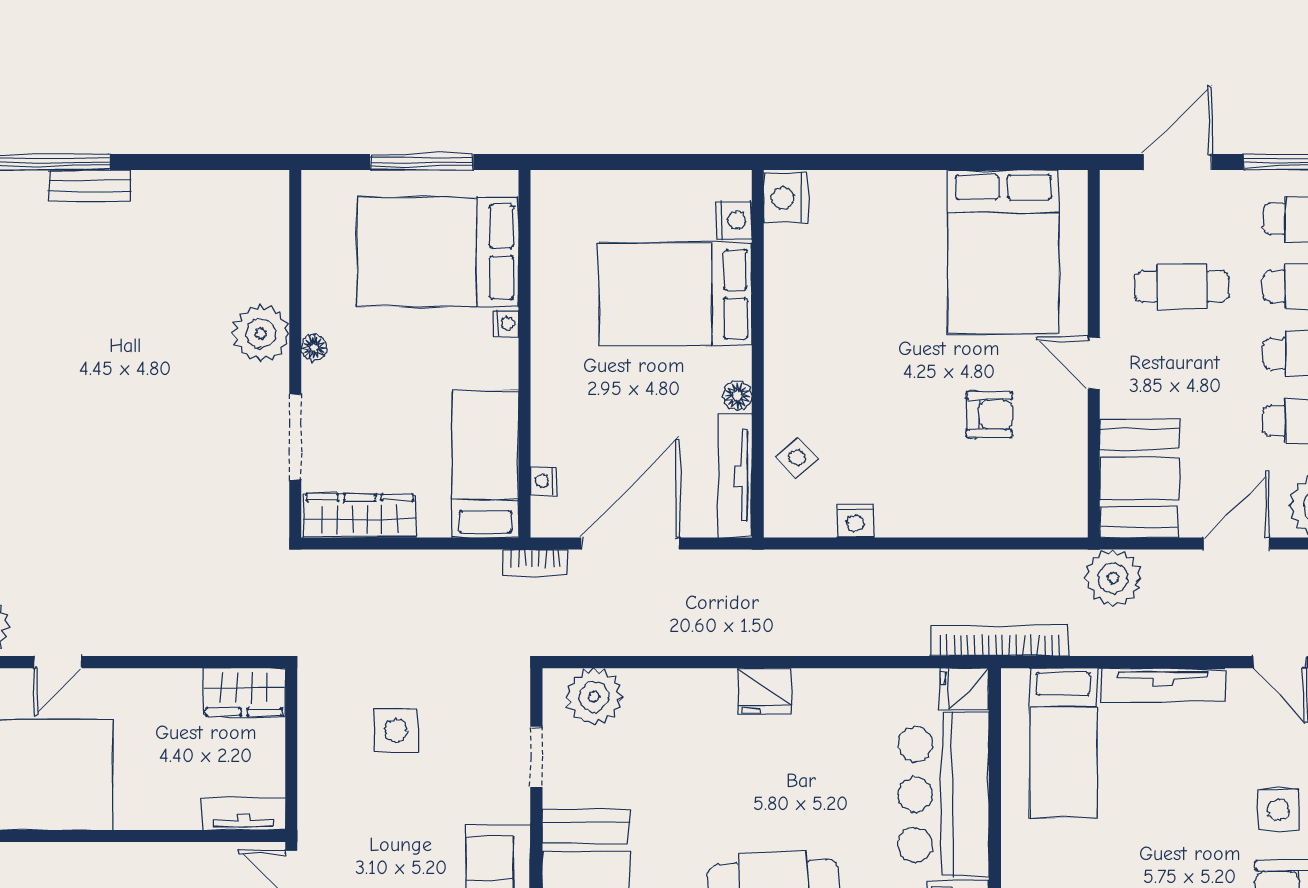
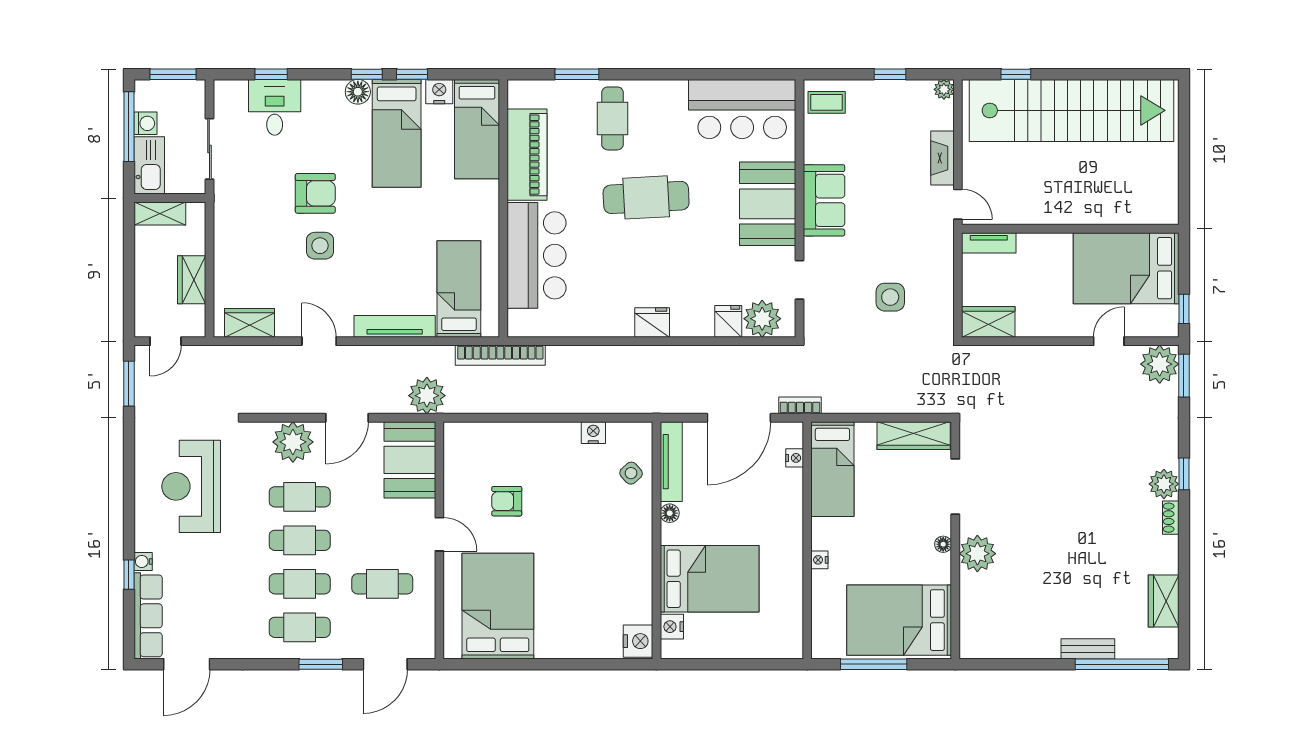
bed: (438, 252) -> (899, 620), moved, turned 180
fridge: (964, 689) -> (728, 321), moved, turned -90

